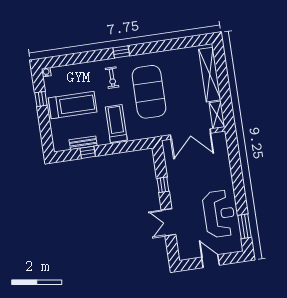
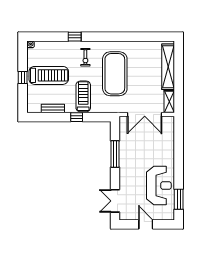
window: (121, 52) -> (75, 37), moved
window: (41, 99) -> (23, 78), moved
window: (88, 152) -> (77, 117), moved
window: (163, 185) -> (115, 154), width x2.17
double door: (168, 222) -> (115, 201), moved

